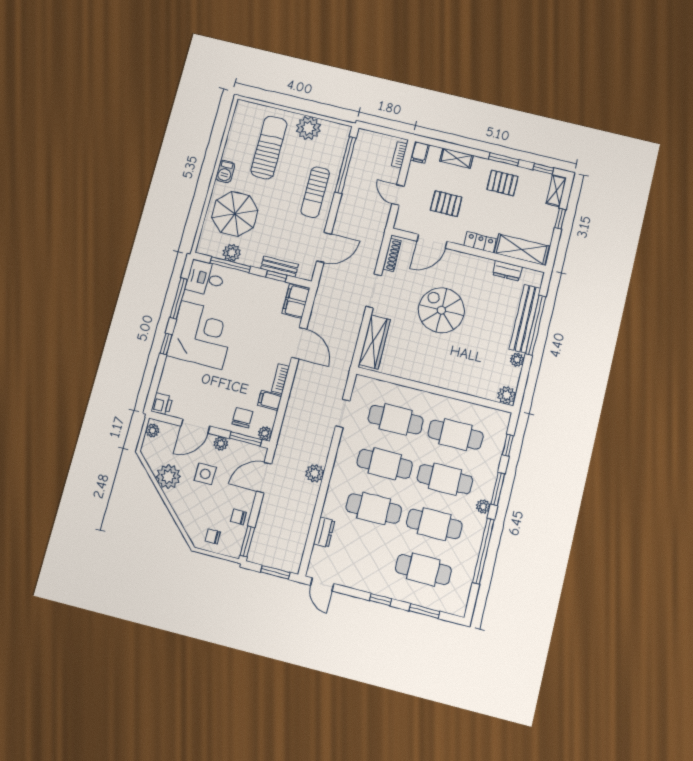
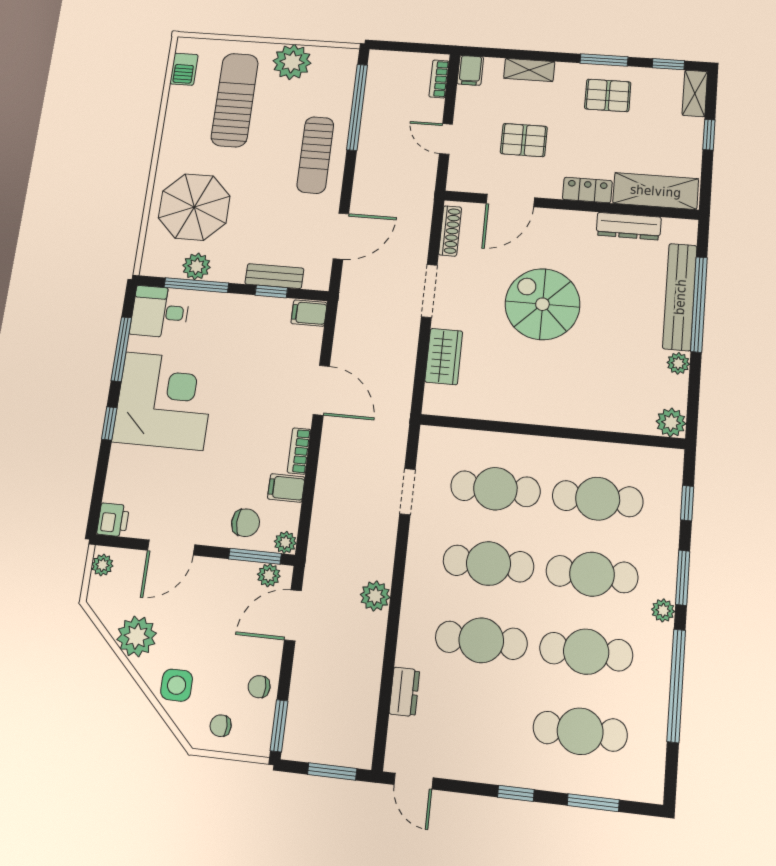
barbecue: (225, 171) -> (184, 69), moved
dresser: (507, 271) -> (629, 226), width x1.44
filing cabinet: (296, 301) -> (309, 313), width x0.50
wardrobe: (374, 342) -> (444, 357), width x0.67
chair: (242, 418) -> (245, 523), turned 90
plant: (221, 443) -> (269, 575), moved
side table: (205, 474) -> (177, 685), moved

